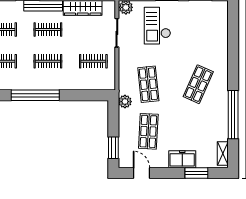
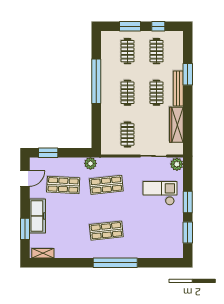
shop shelf: (198, 84) -> (106, 231), turned -30
window: (233, 115) -> (115, 263), moved
freezer: (182, 159) -> (37, 216), width x1.40

